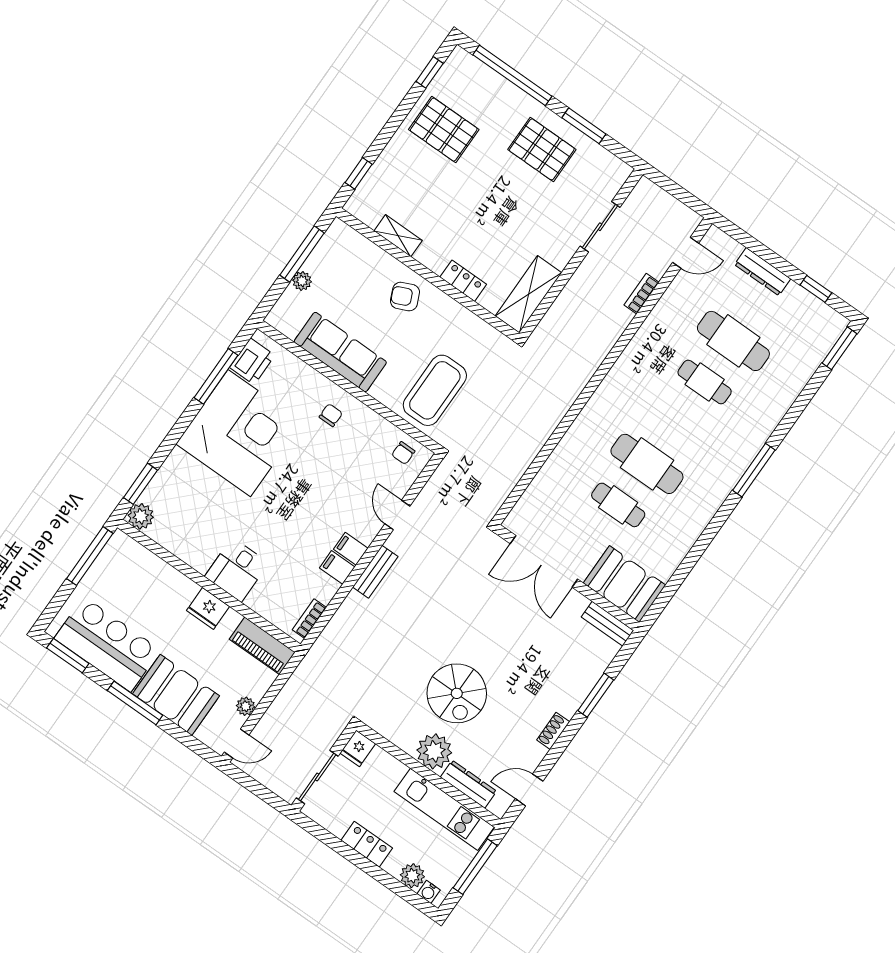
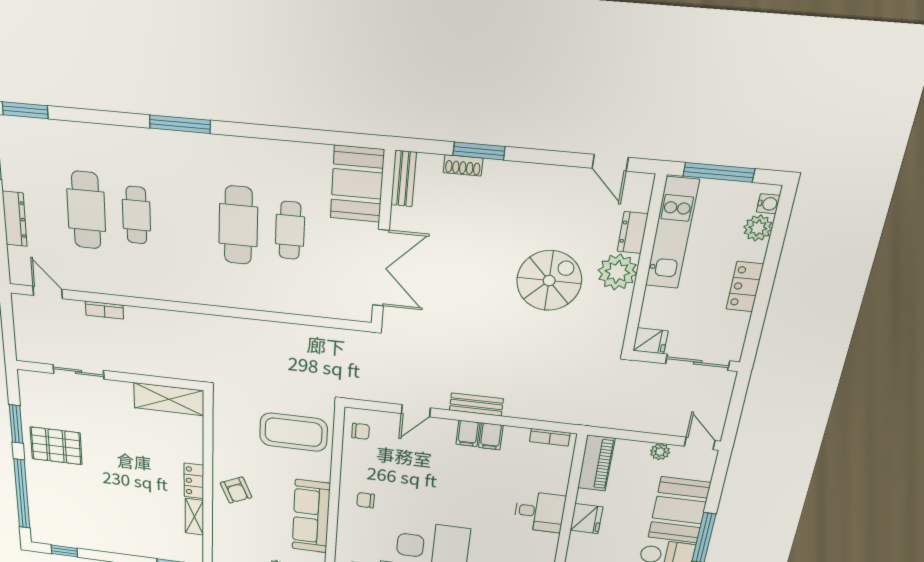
pallet: (444, 130) -> (96, 522), removed
pallet: (542, 149) -> (56, 446), turned 90
locker: (463, 281) -> (194, 481), moved
shoe rack: (553, 731) -> (463, 165), moved
dresser: (468, 784) -> (633, 233), width x0.70

